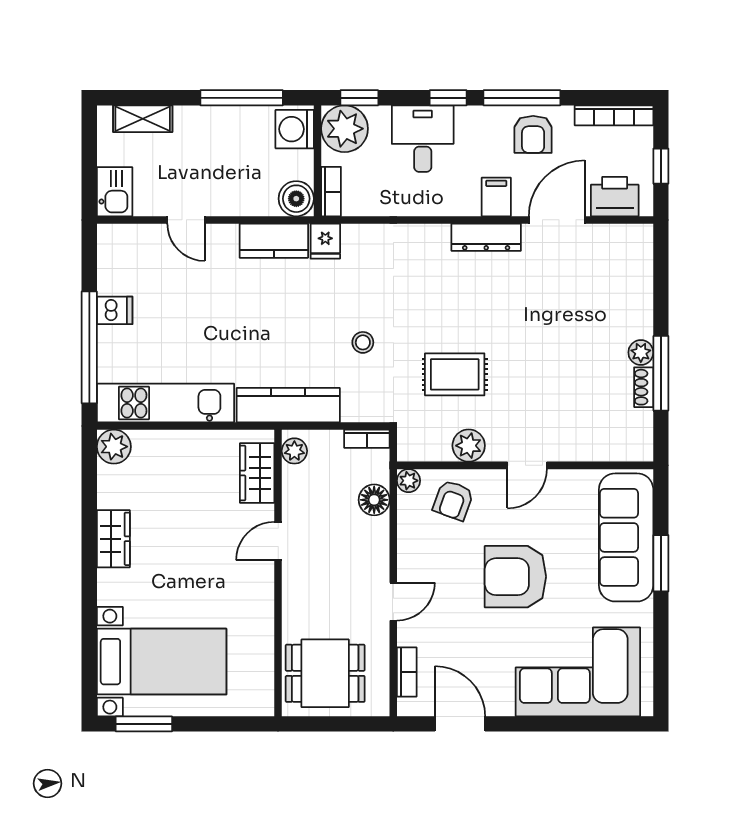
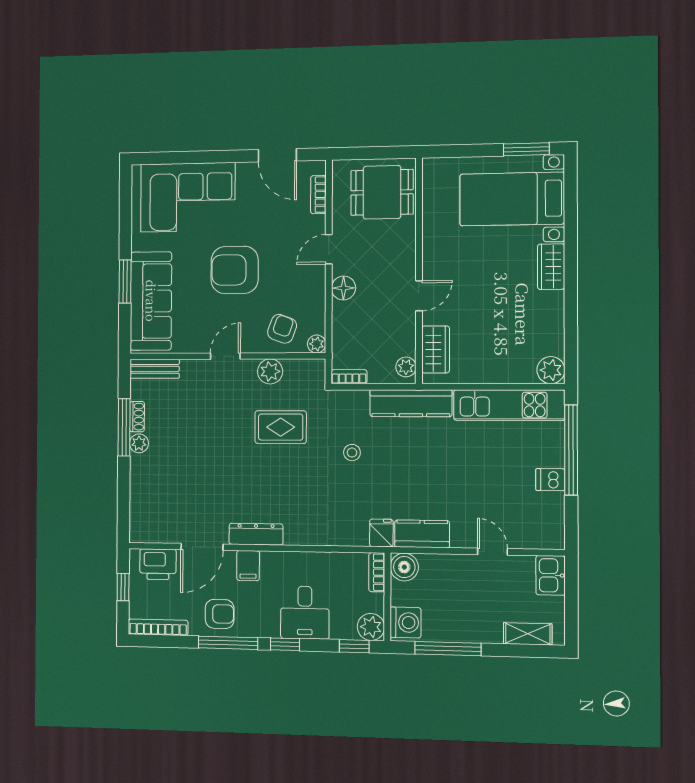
plant: (345, 129) -> (371, 627), width x0.73, depth x0.73
armchair: (533, 134) -> (220, 614), turned 90
bench: (621, 449) -> (155, 369), added
floor lamp: (374, 500) -> (343, 288), moved
wardrobe: (113, 539) -> (551, 267), moved
armchair: (515, 577) -> (235, 270), turned 180

